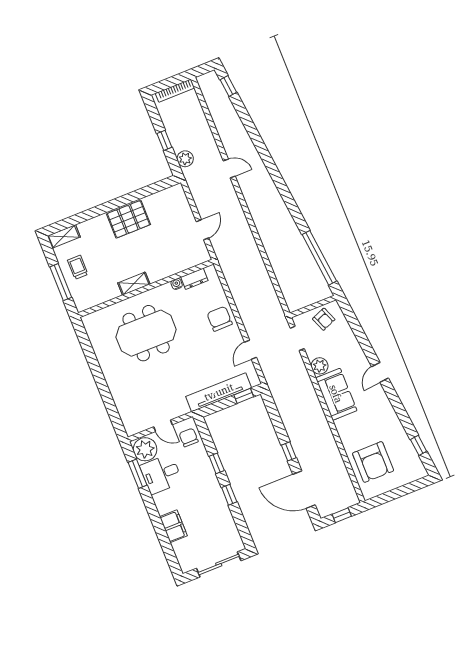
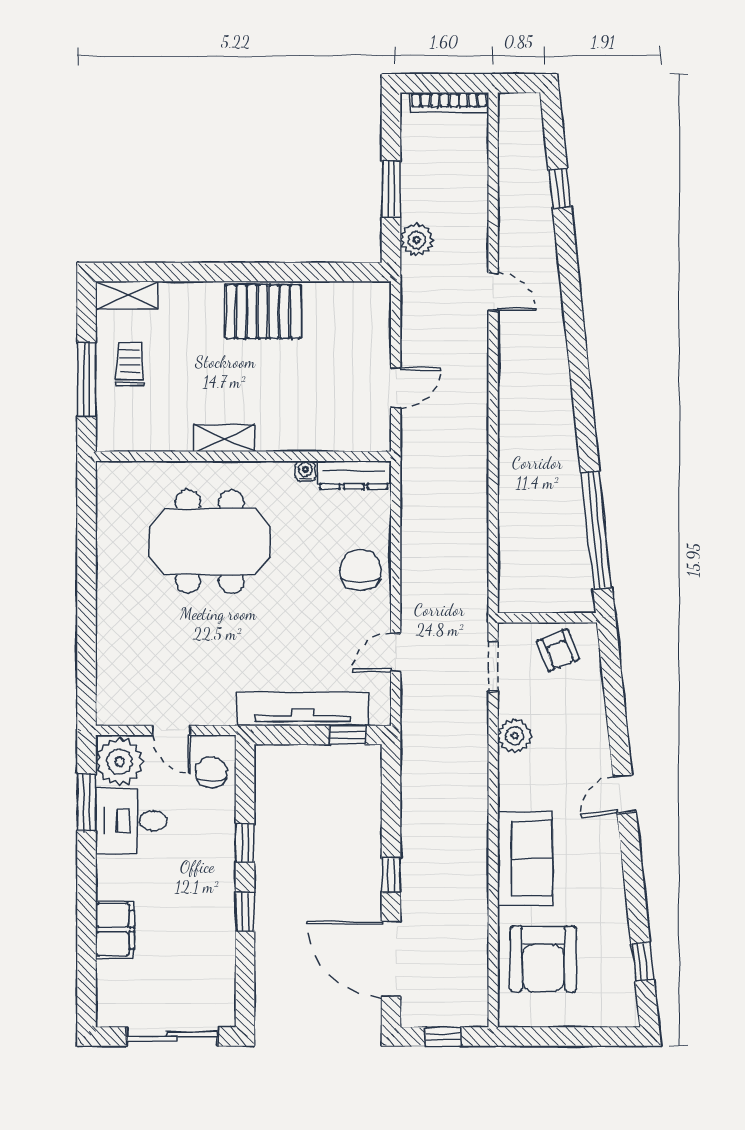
window: (228, 86) -> (560, 188), moved
window: (164, 140) -> (391, 189), width x1.50
dresser: (194, 279) -> (354, 475), width x1.44
sofa: (336, 394) -> (525, 858), moved

